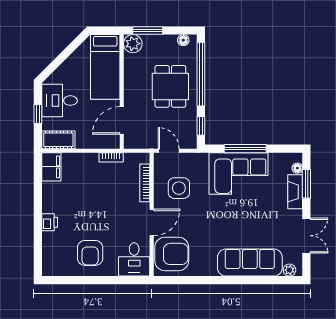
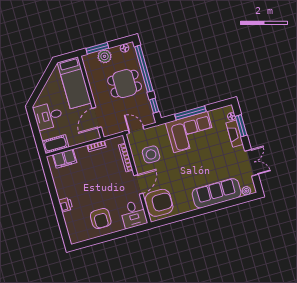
plant: (133, 44) -> (105, 56), moved
dining table: (170, 86) -> (125, 84), turned 90
window: (38, 114) -> (36, 130), removed
filing cabinet: (51, 167) -> (65, 159), moved, turned 90

